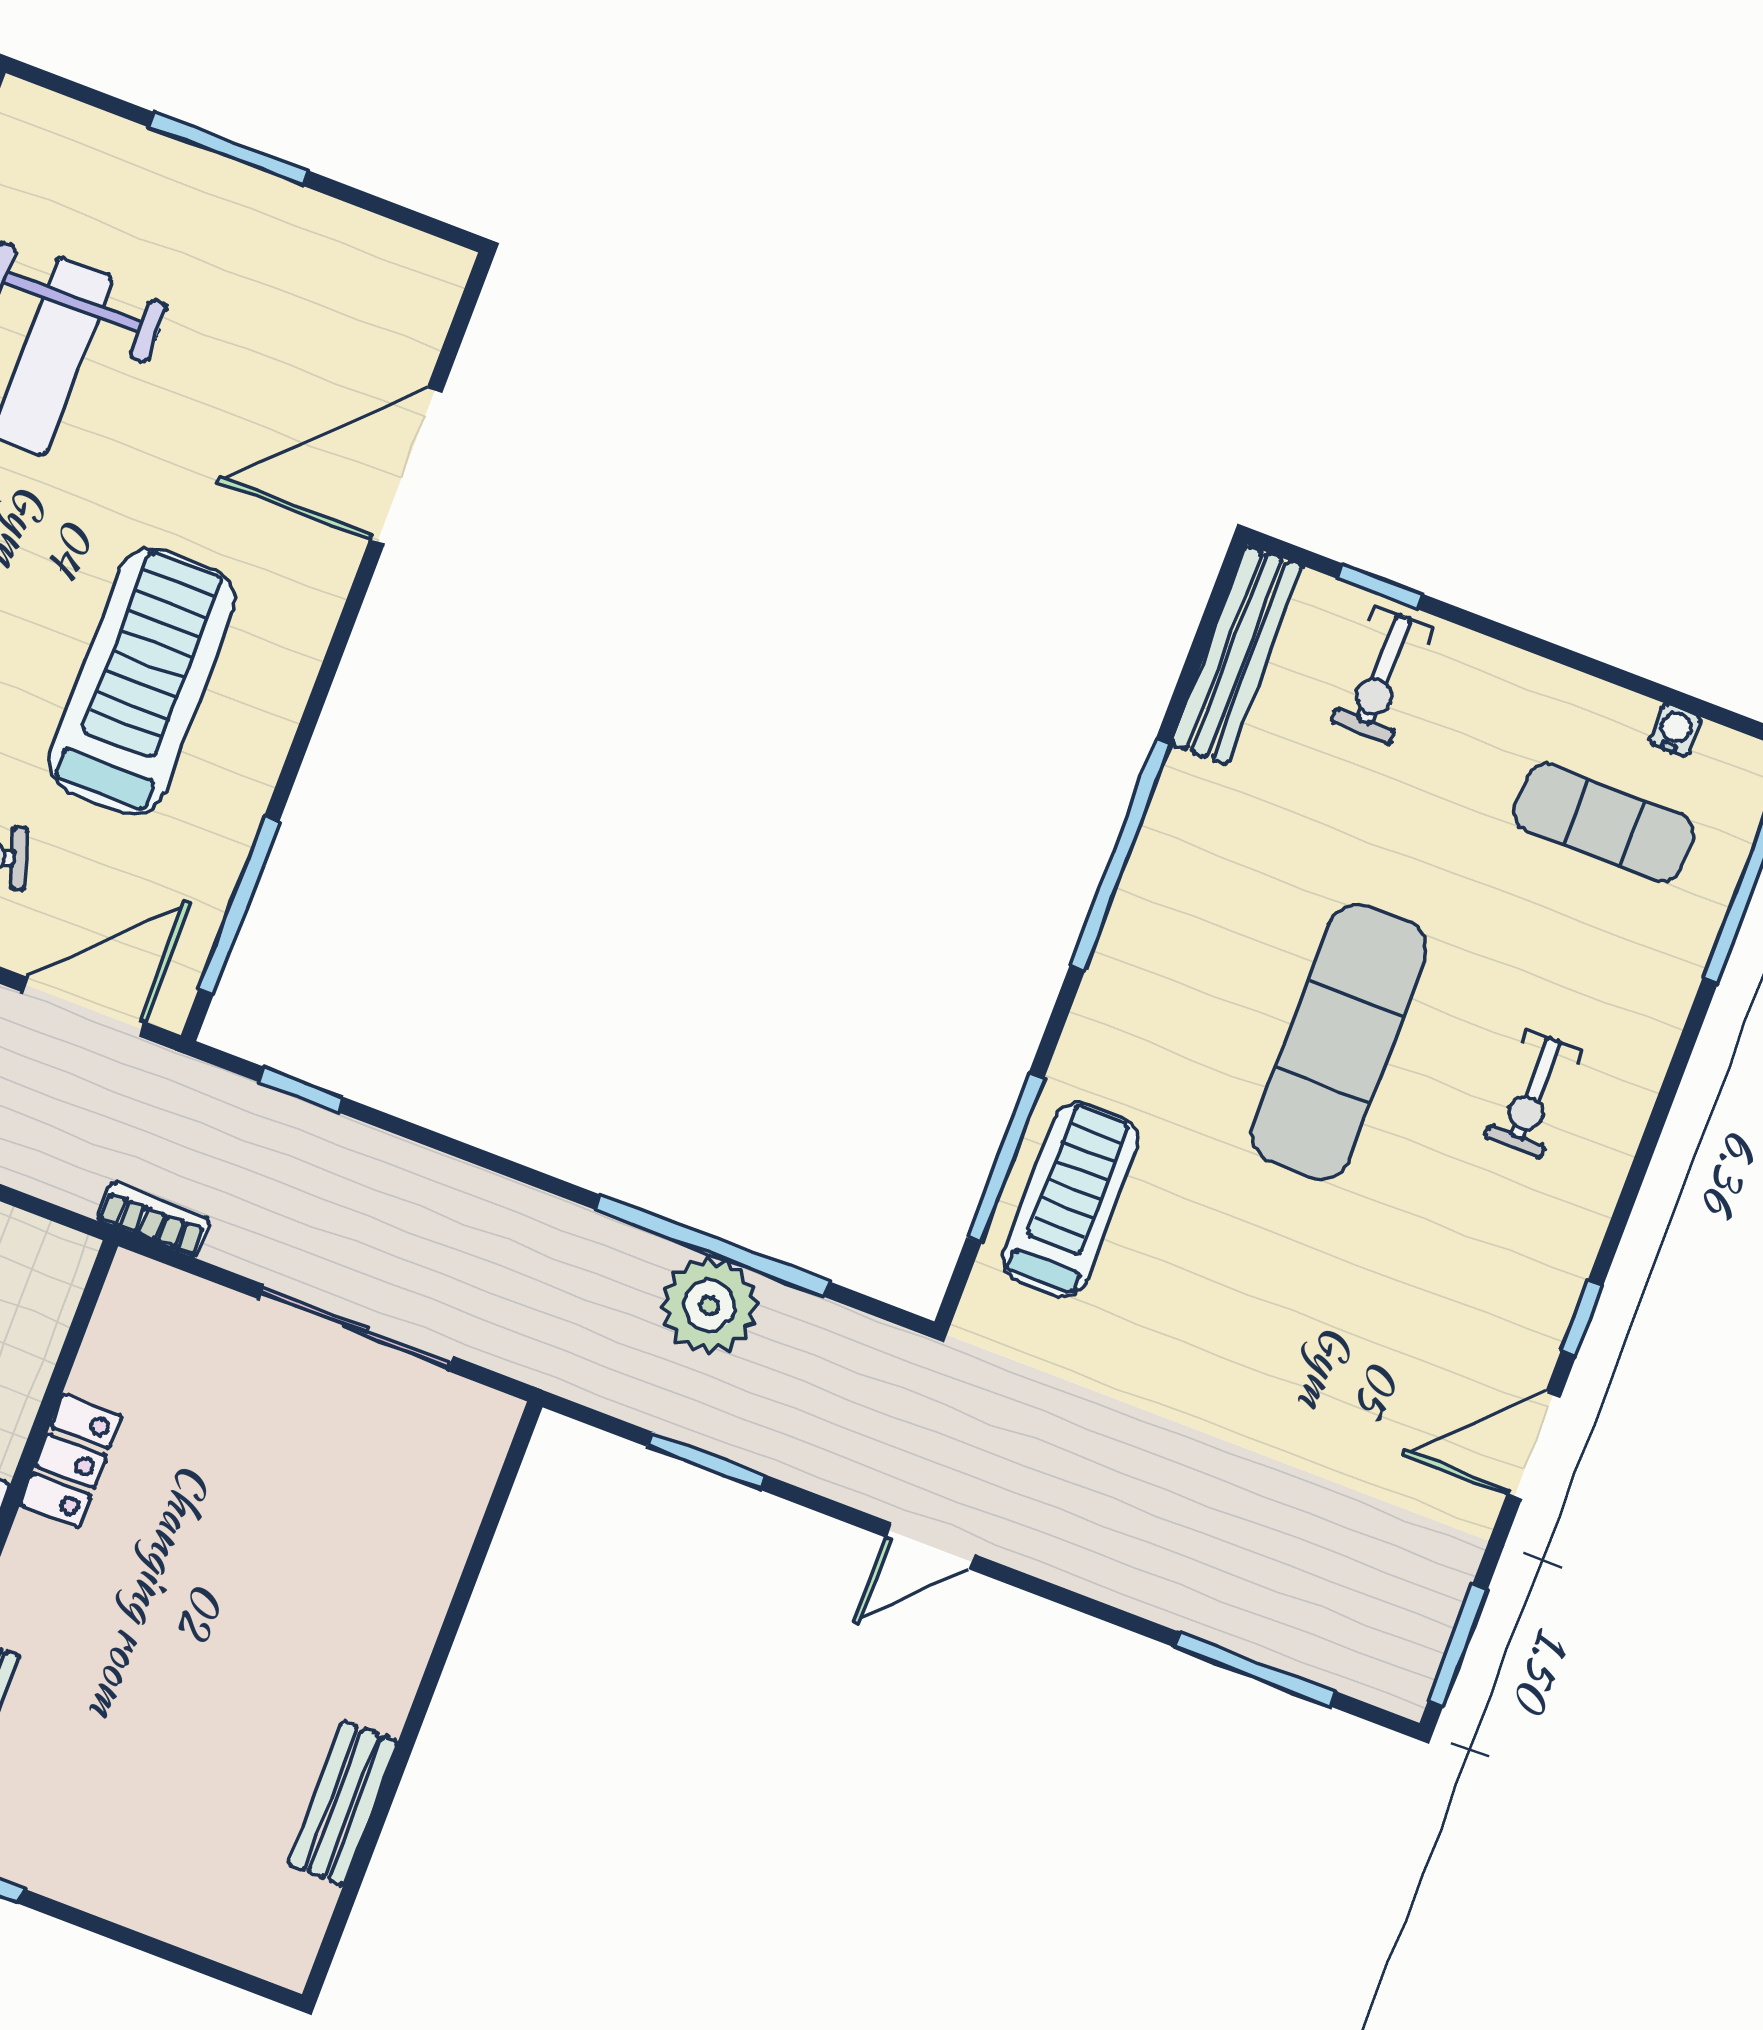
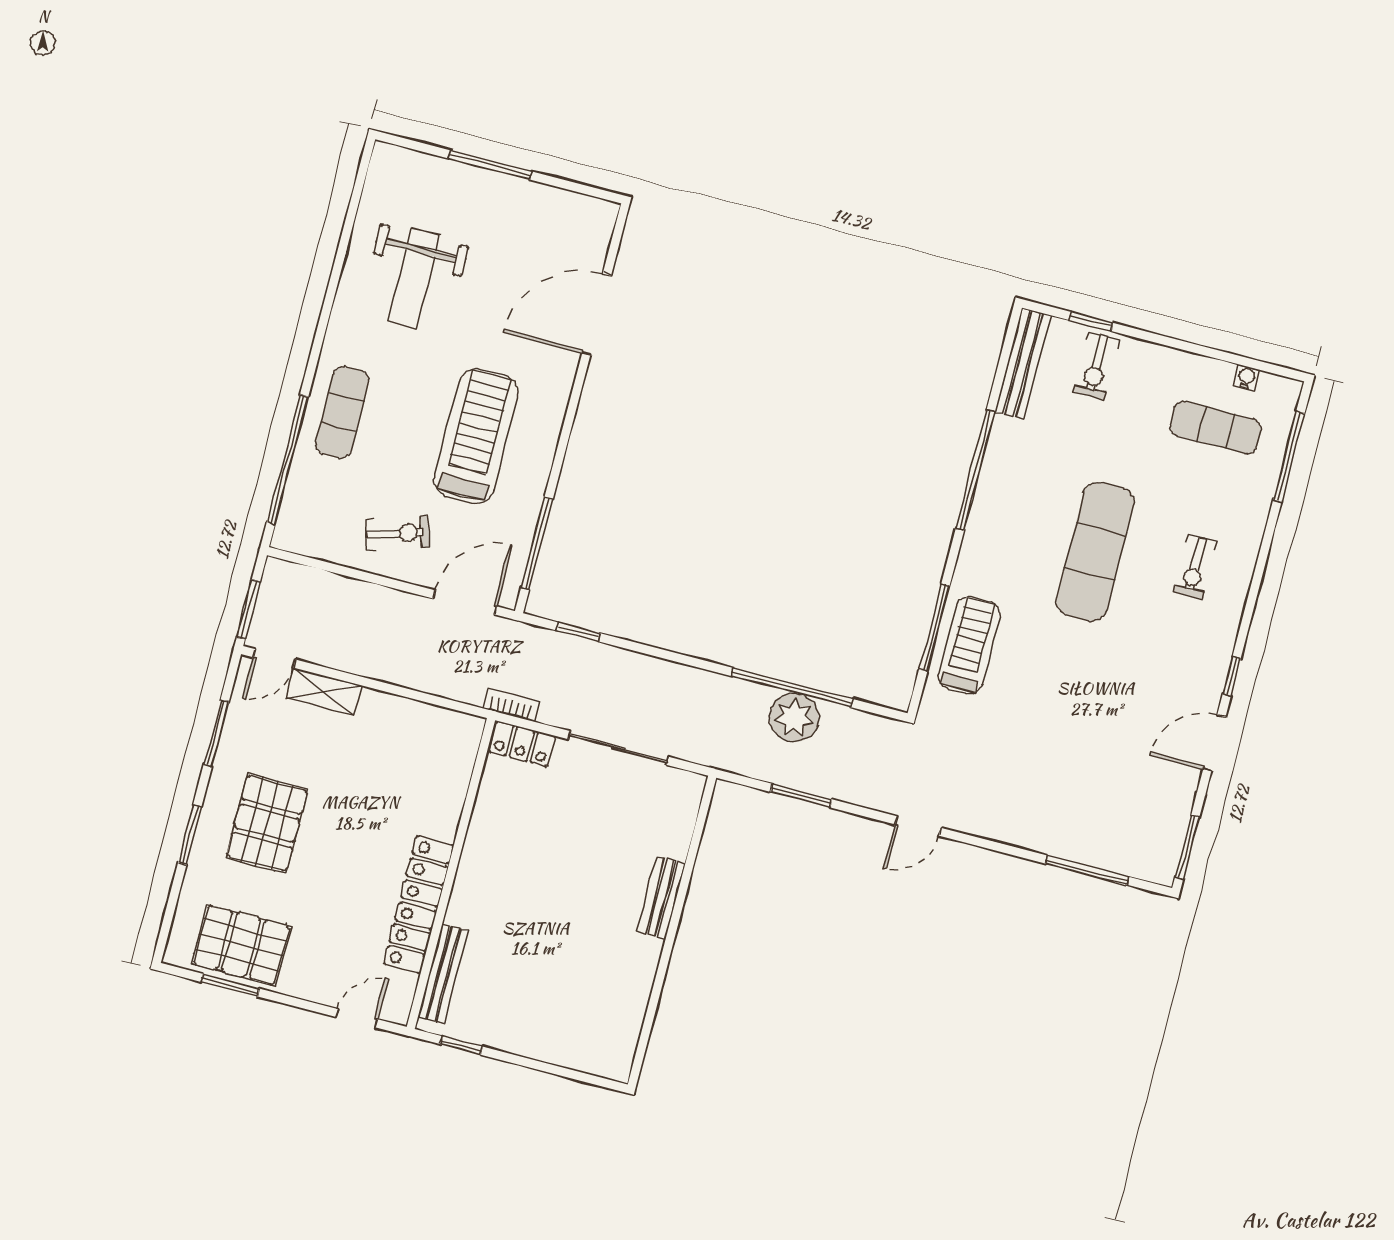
locker: (71, 1461) -> (522, 744), moved, turned 90
bench: (343, 1803) -> (661, 897), moved

